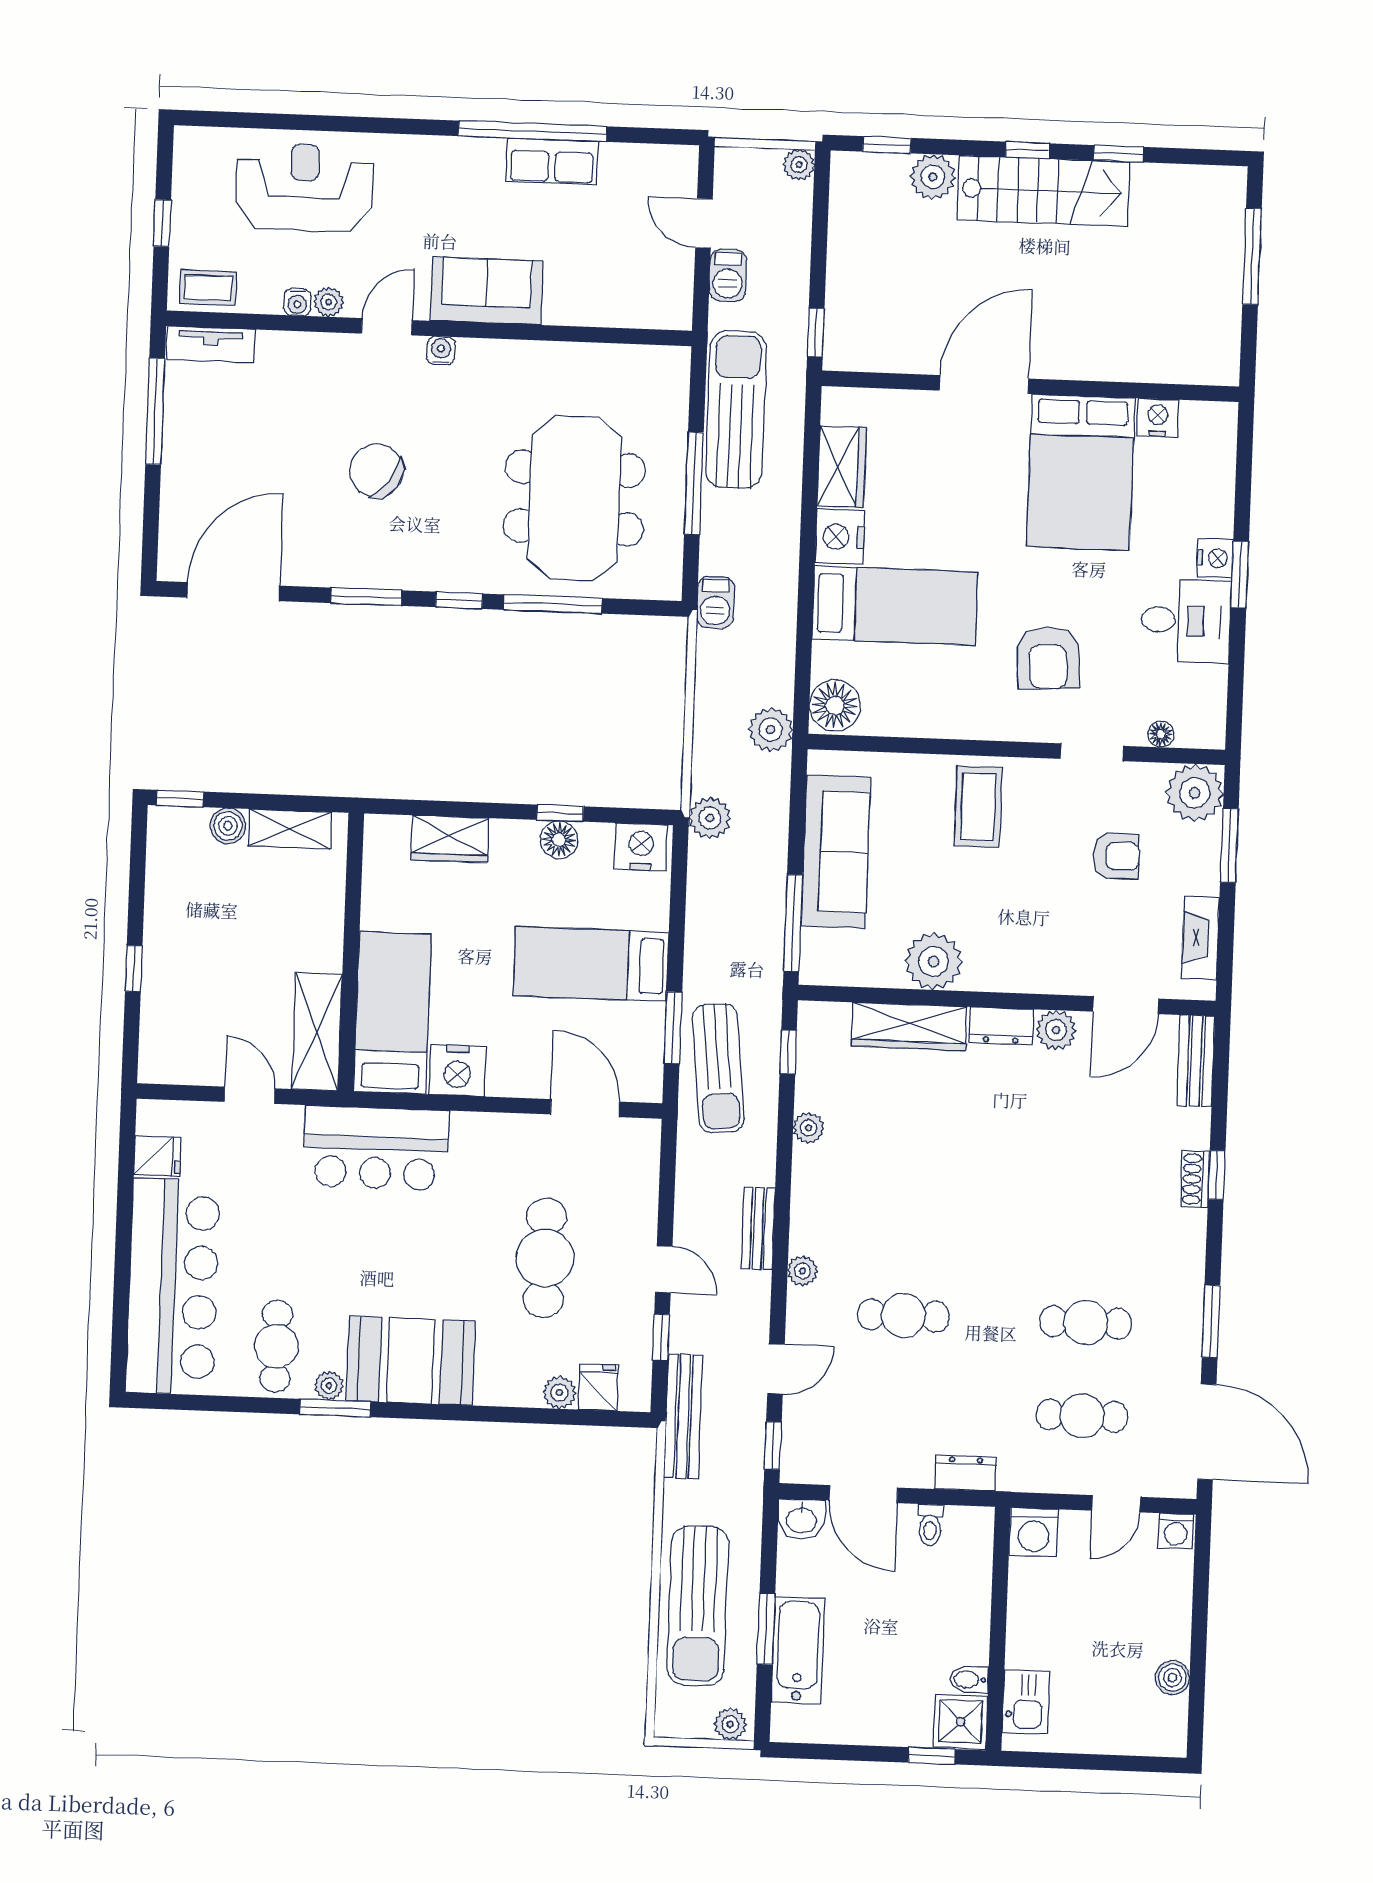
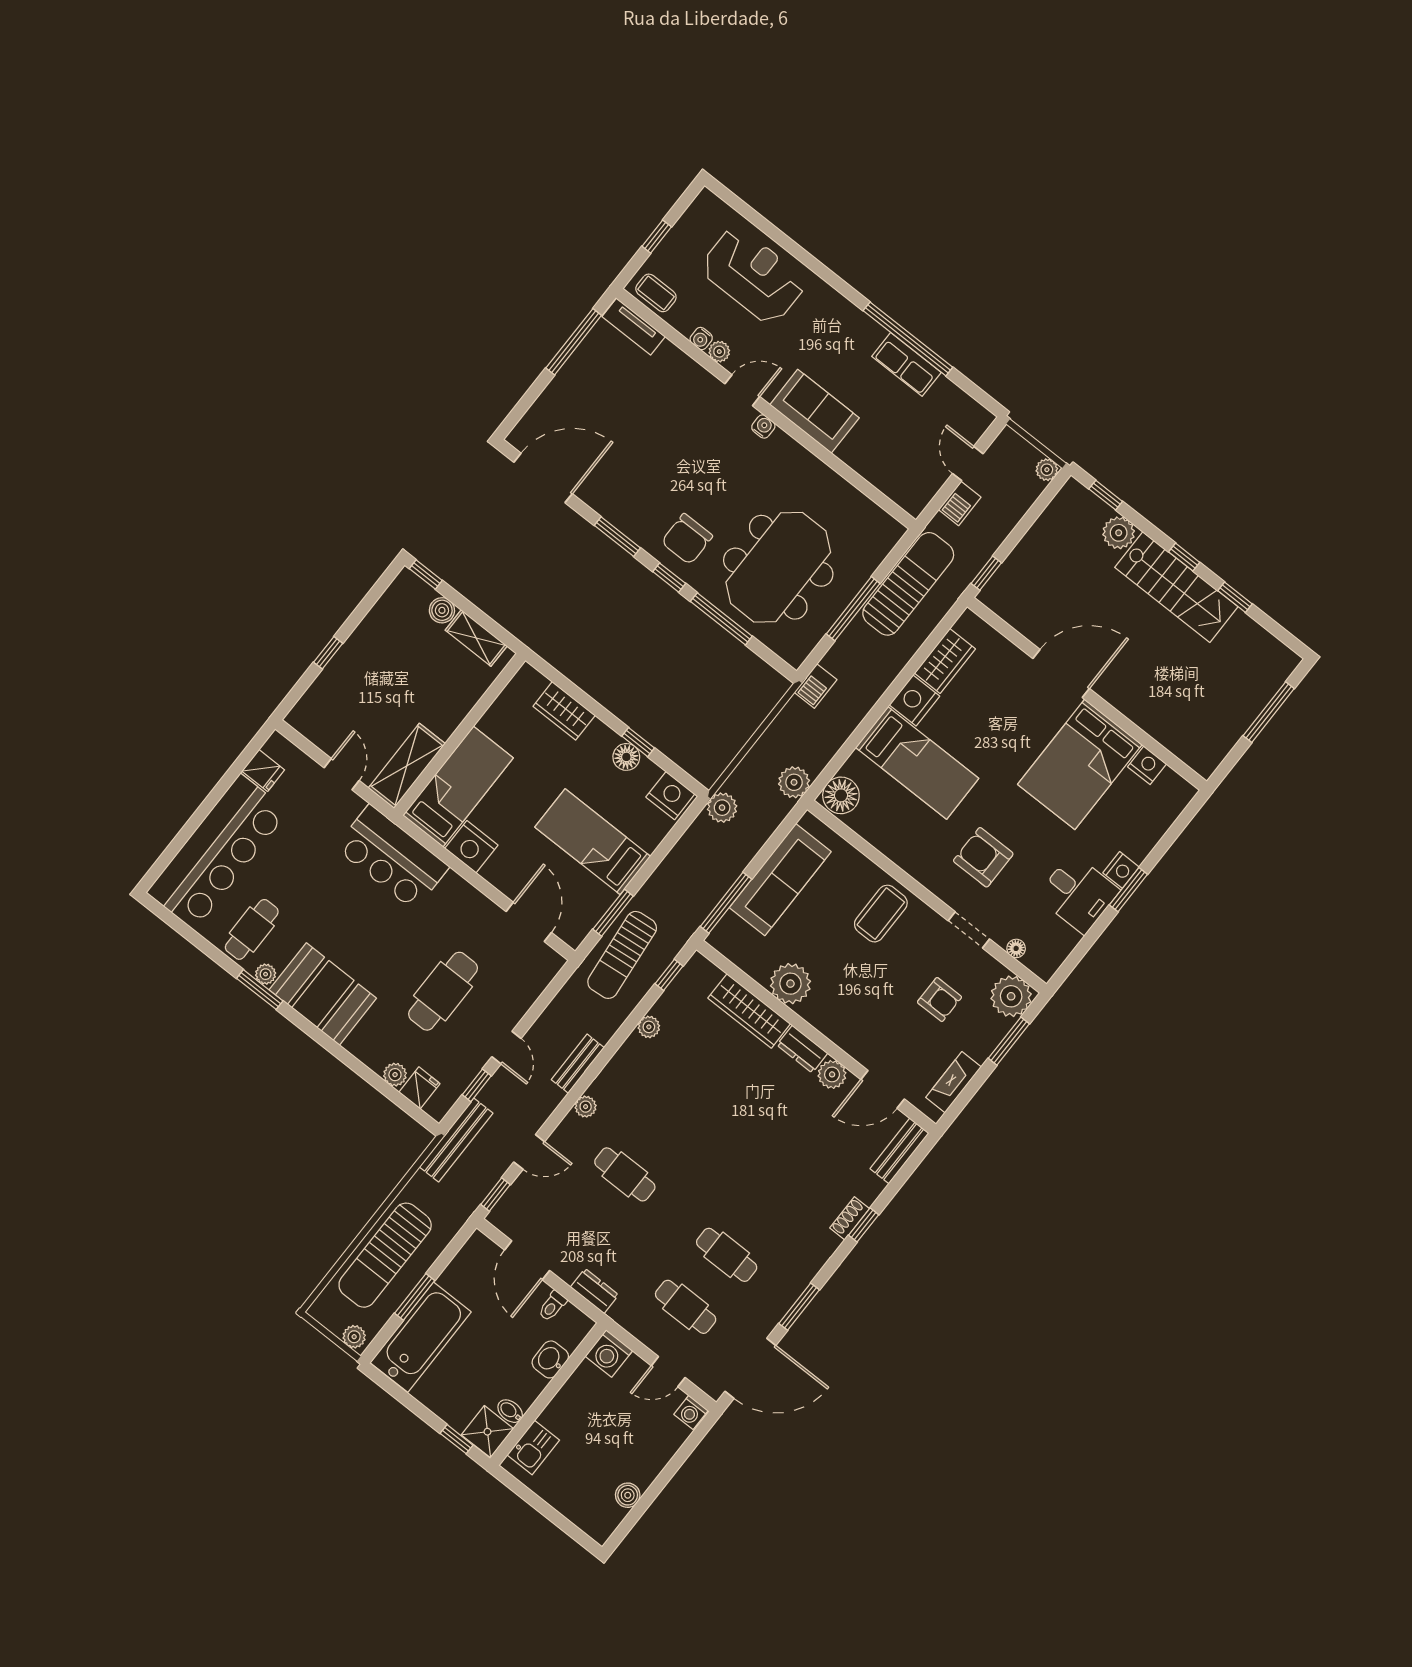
chair: (376, 471) -> (687, 539), moved, turned -125
armchair: (1048, 658) -> (983, 857), turned 94
door: (1207, 1432) -> (750, 1368), hinge flipped
washbasin: (802, 1519) -> (550, 1359), moved, turned 90
bathtub: (798, 1650) -> (421, 1337), width x1.36, depth x1.36

